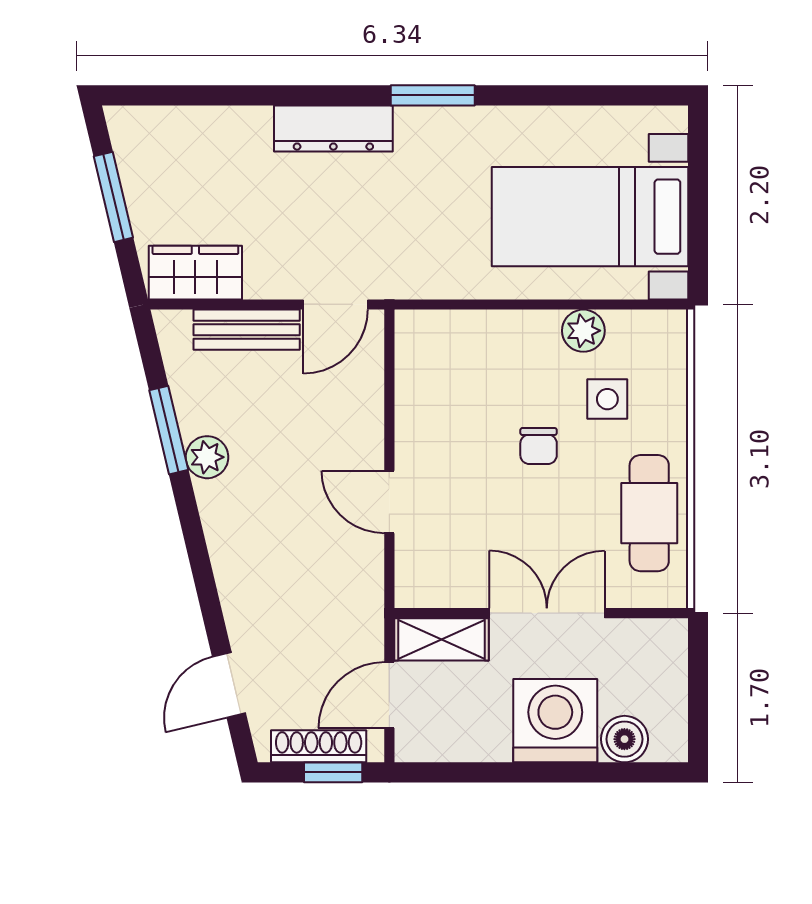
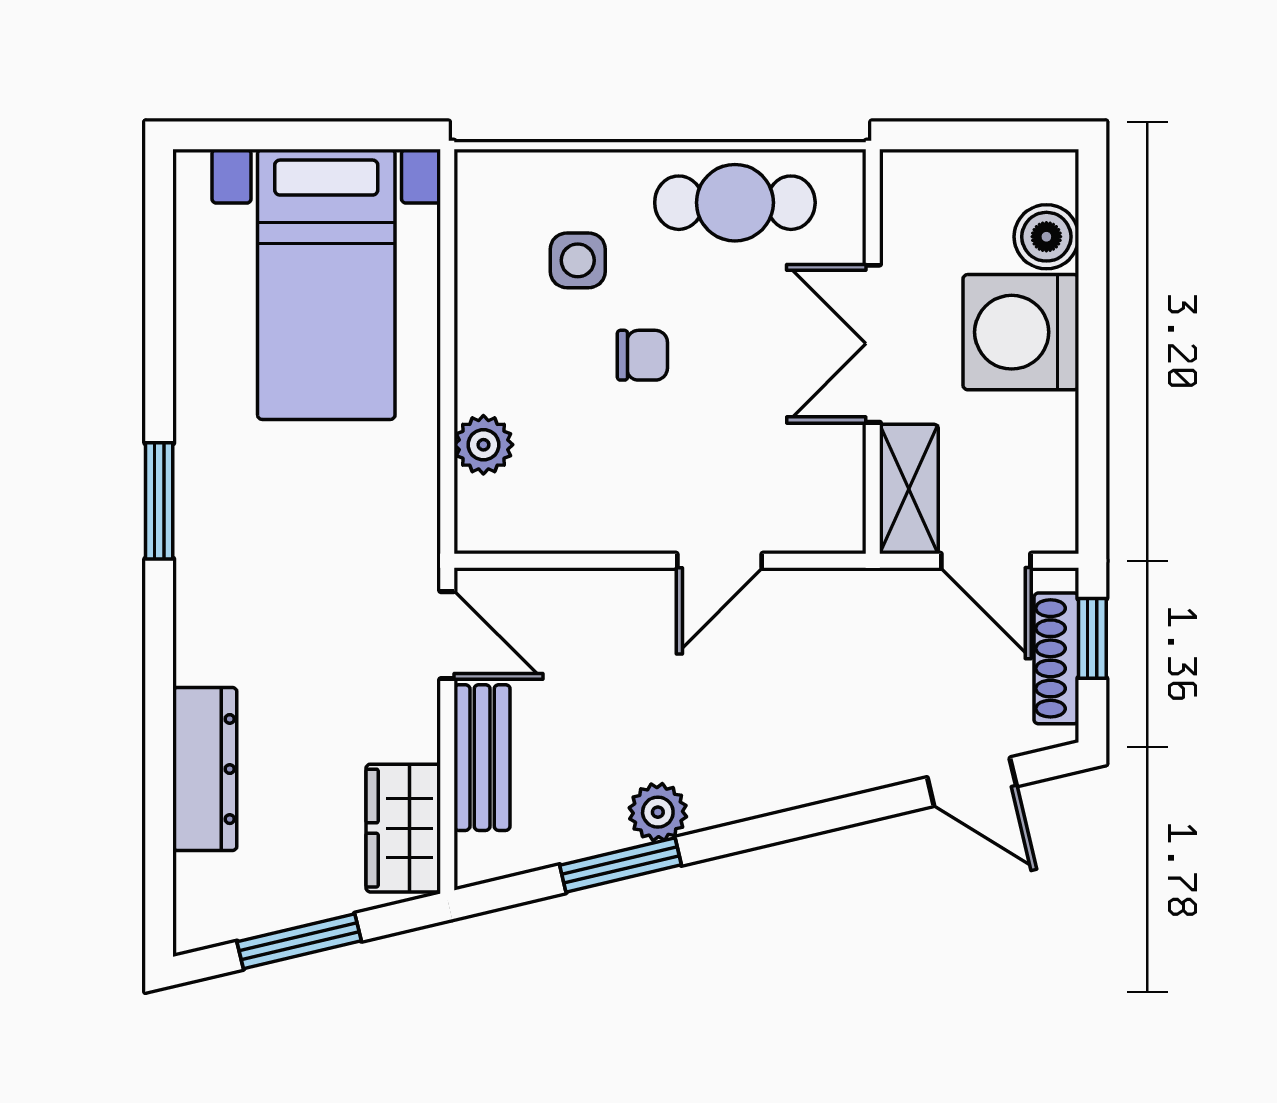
dresser: (333, 129) -> (205, 769), moved
plant: (583, 331) -> (483, 445), moved

